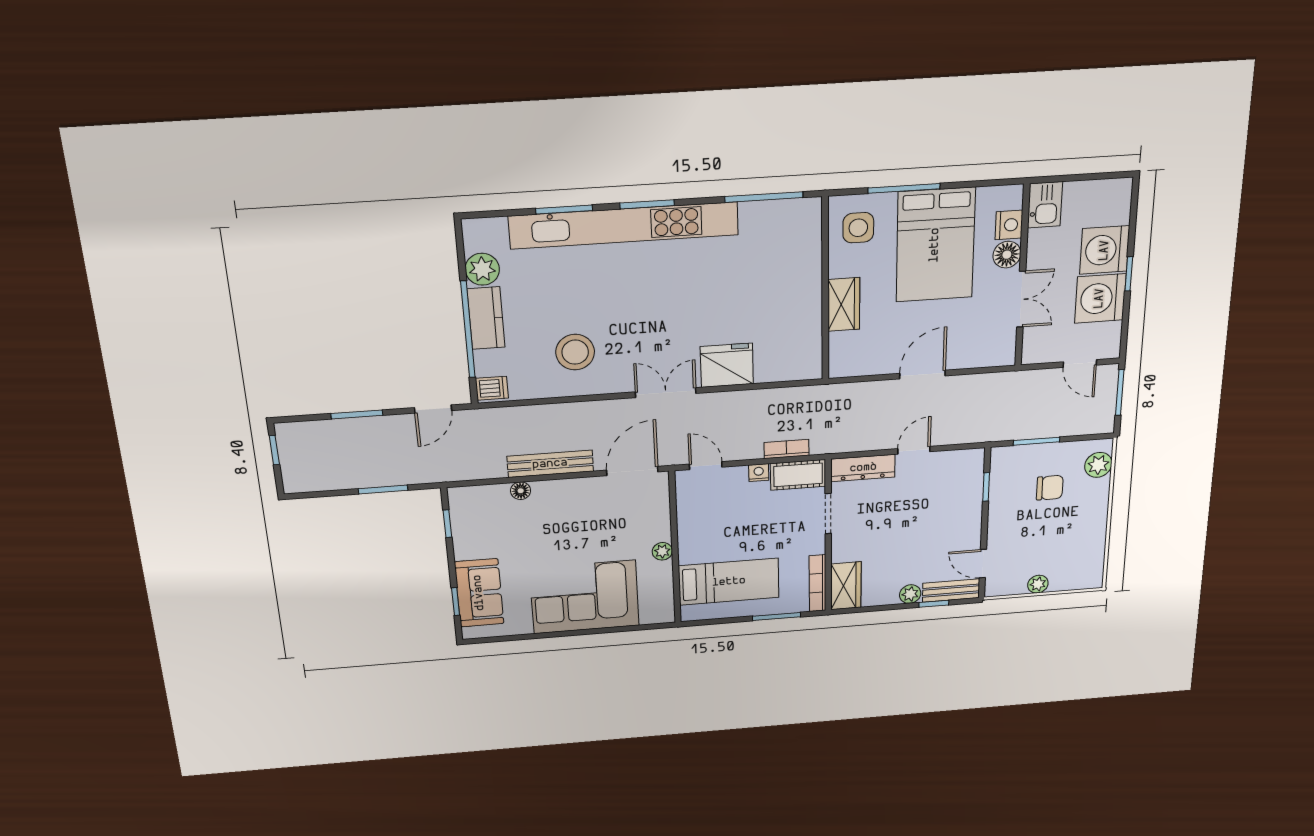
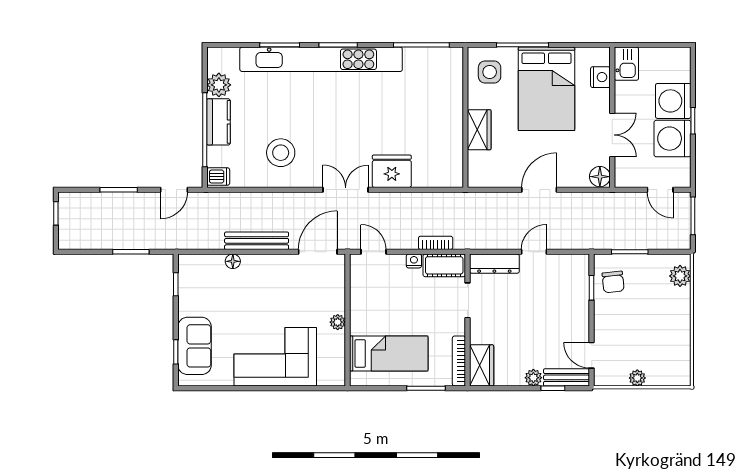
floor lamp: (1007, 255) -> (600, 177), moved
chair: (1050, 488) -> (613, 282), moved, turned 84

